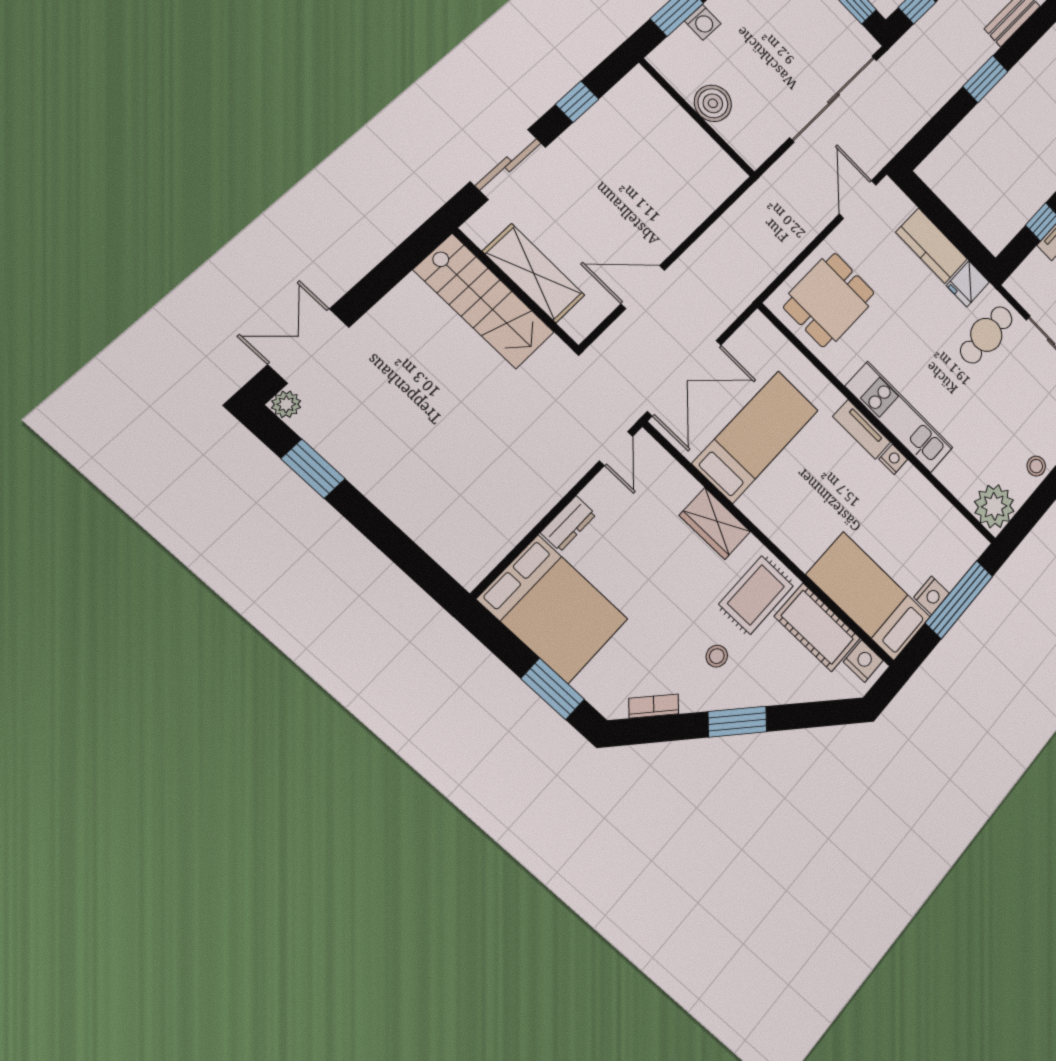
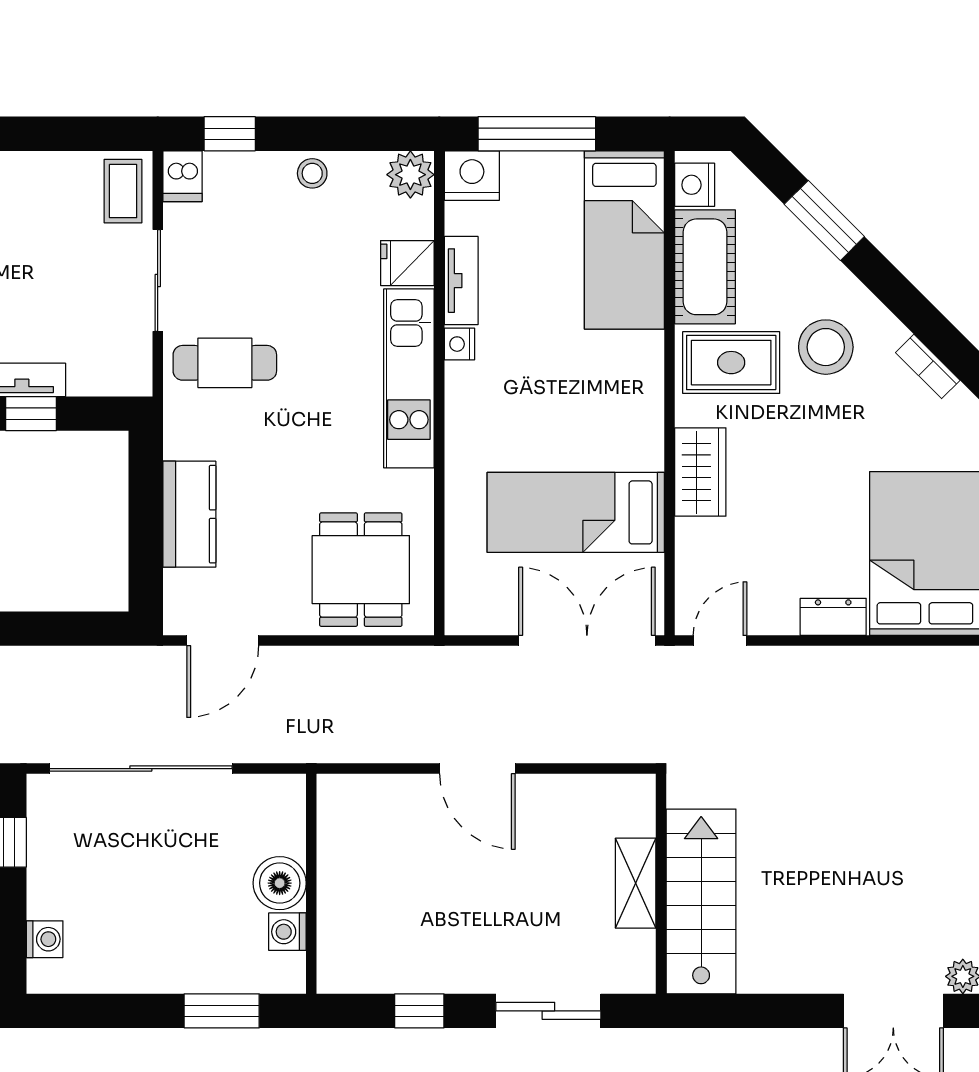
washing machine: (703, 22) -> (287, 932), moved, turned -90
shelving: (534, 273) -> (636, 883), width x0.67, depth x0.75
fridge: (968, 284) -> (407, 263), moved, turned 180
door: (643, 287) -> (477, 769), moved
dining table: (829, 300) -> (361, 570), turned 90
tv unit: (862, 429) -> (461, 281), moved
plant: (994, 506) -> (410, 175), width x0.73, depth x0.73
nightstand: (932, 595) -> (472, 176), moved, width x1.36, depth x1.33
stool: (717, 656) -> (826, 347), width x1.89, depth x1.89
window: (737, 722) -> (824, 220), moved

